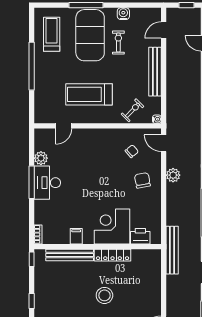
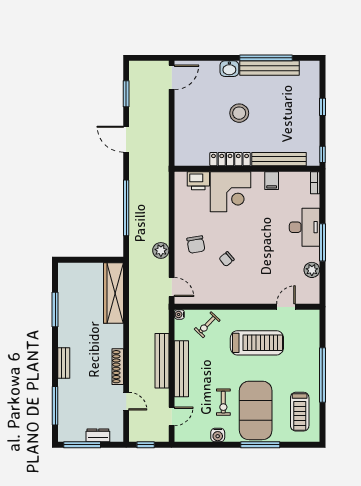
chair: (132, 151) -> (227, 259), moved
desk: (47, 183) -> (305, 227), moved
bench: (172, 250) -> (162, 361), moved

